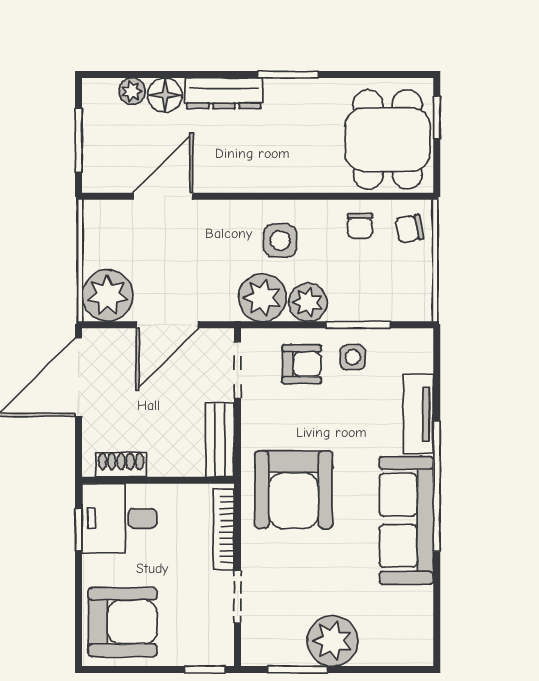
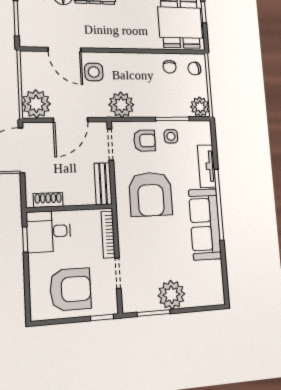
door: (163, 196) -> (65, 50), swing flipped
side table: (280, 241) -> (94, 72), moved
plant: (308, 302) -> (200, 107), moved
armchair: (294, 490) -> (151, 194), moved
armchair: (123, 622) -> (70, 289), moved

